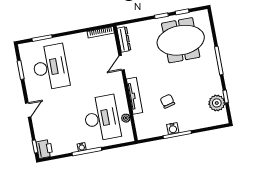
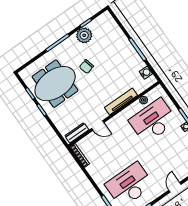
meeting table: (181, 40) -> (55, 84), turned 90
chair: (167, 101) -> (86, 67), moved
plant: (217, 103) -> (84, 35), moved
door: (28, 110) -> (175, 187), hinge flipped
water cooler: (173, 128) -> (146, 73), moved

